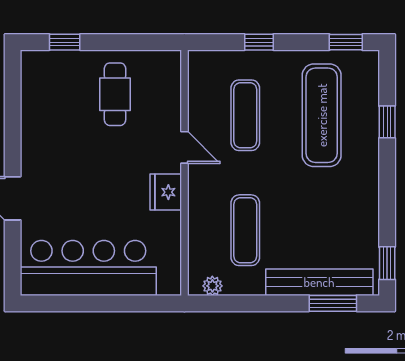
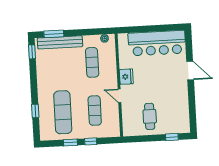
window: (346, 42) -> (70, 143), moved

